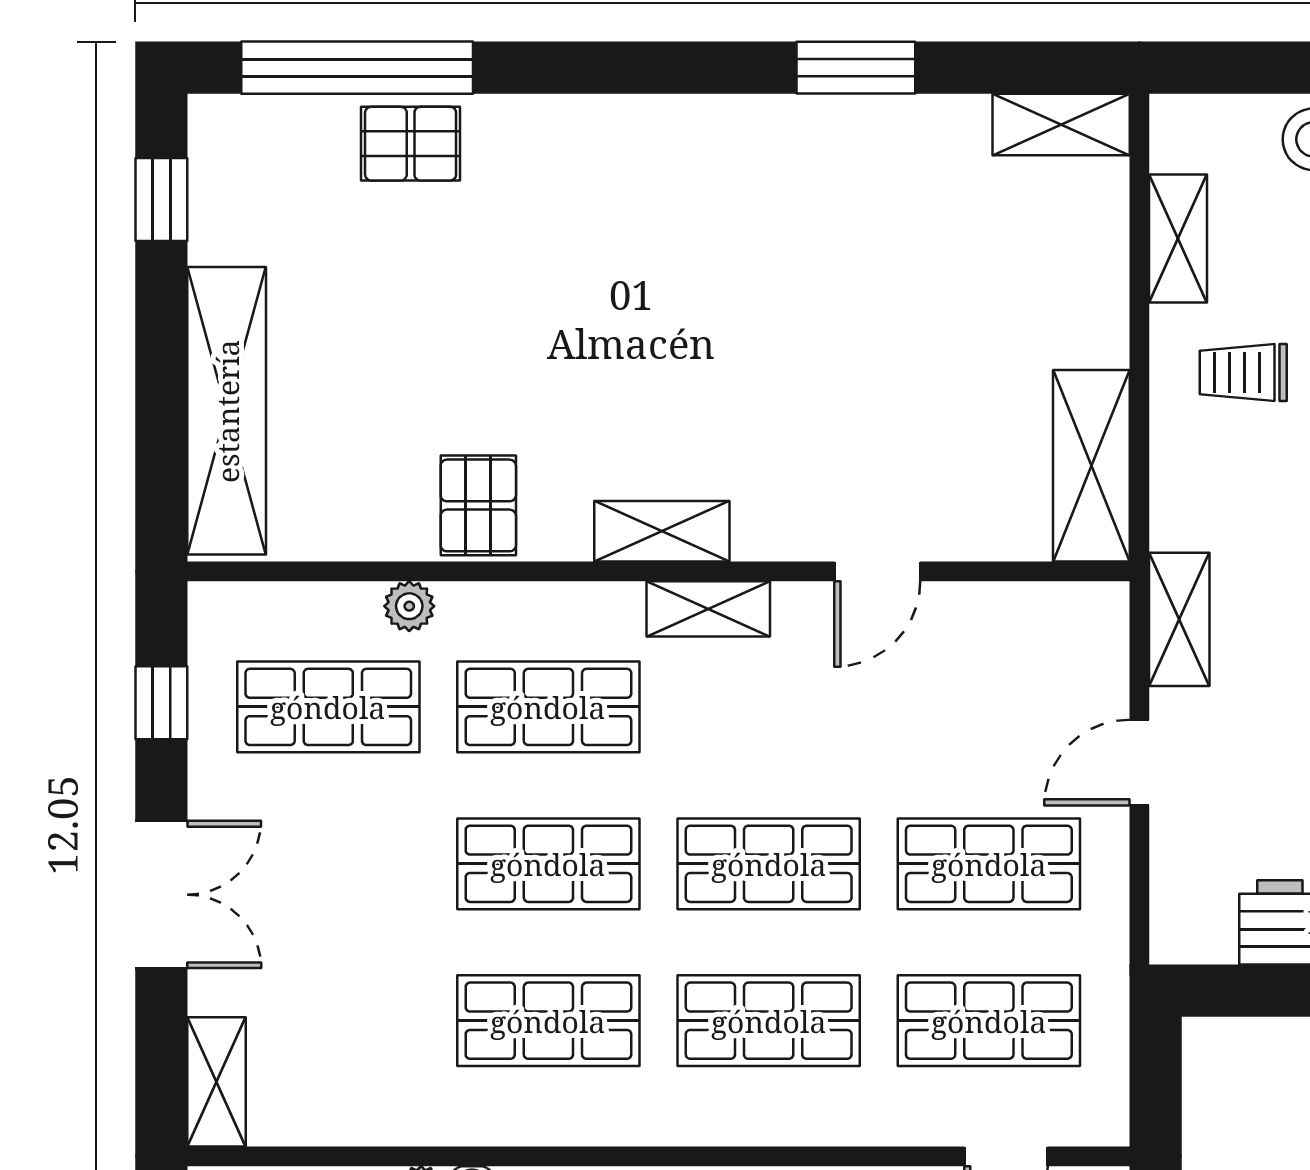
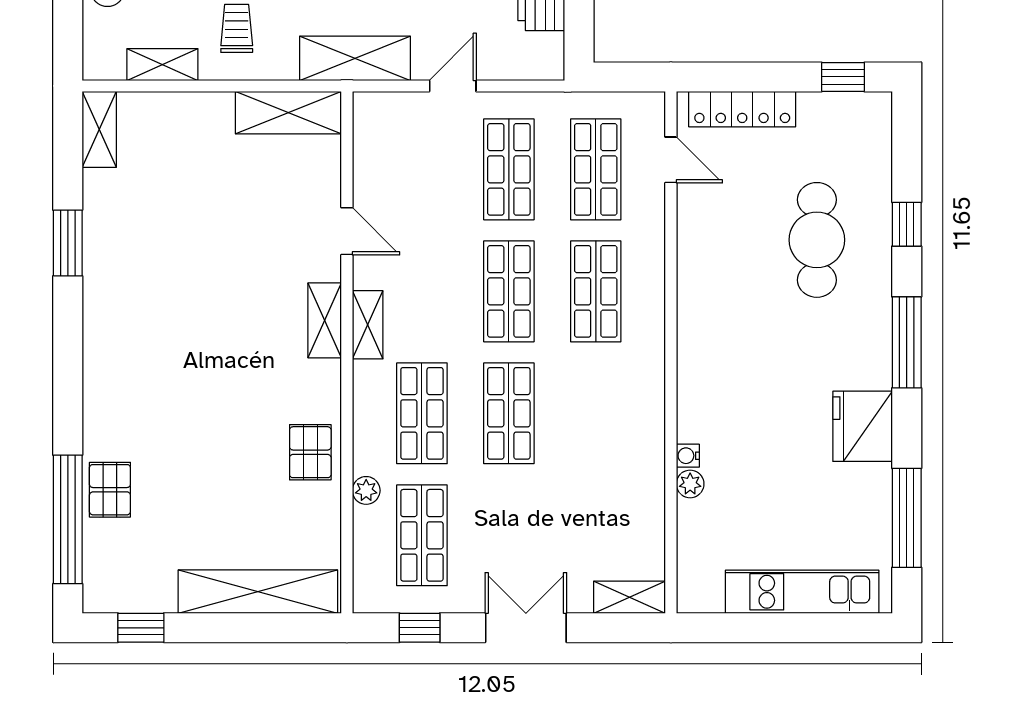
trolley: (1243, 373) -> (237, 28), turned 180
pallet: (478, 505) -> (310, 452), turned 90
shelving: (662, 531) -> (325, 320), moved
shelving: (1179, 619) -> (355, 58), width x1.50, depth x1.33
door: (1139, 763) -> (453, 86), swing flipped
shop shelf: (548, 1021) -> (596, 413), removed

